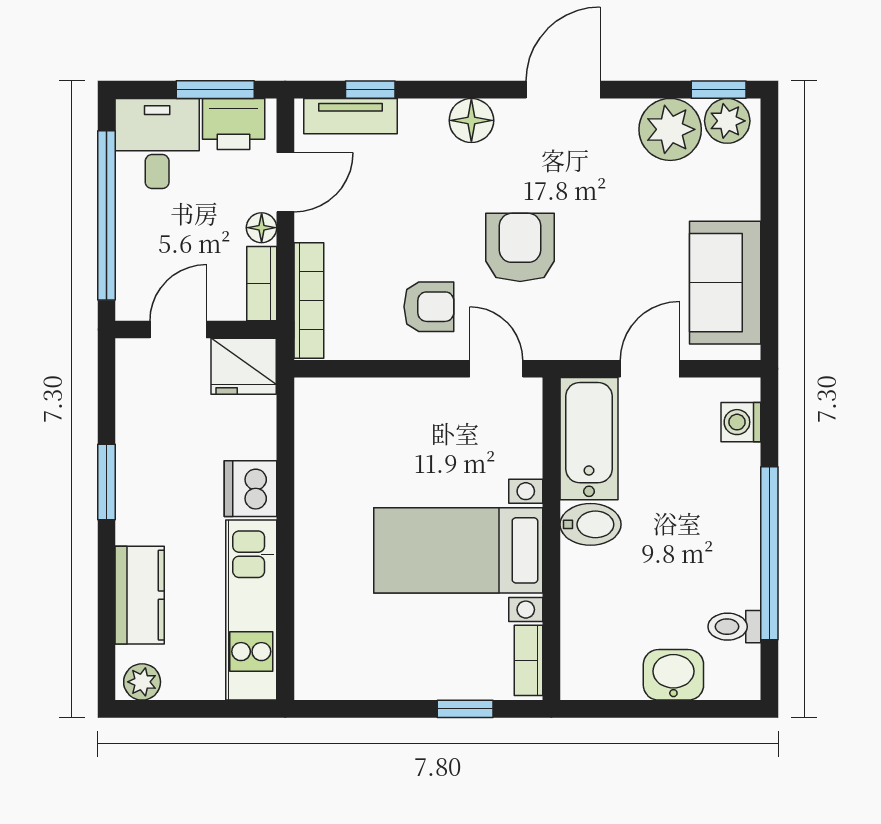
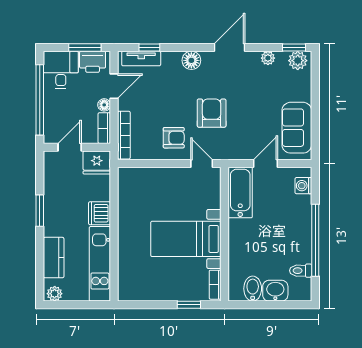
plant: (670, 129) -> (268, 58), width x0.53, depth x0.53
bidet: (591, 524) -> (253, 289), moved, turned -90

